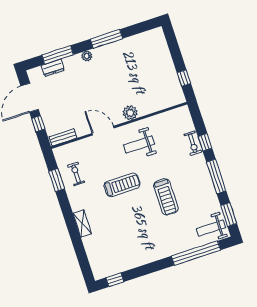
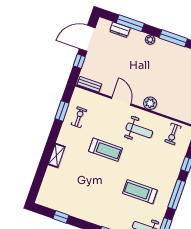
exercise bike: (193, 143) -> (173, 134), moved
weight bench: (139, 144) -> (139, 130), turned 180
treadmill: (166, 197) -> (140, 192), moved, turned 90
window: (115, 280) -> (61, 217), moved

